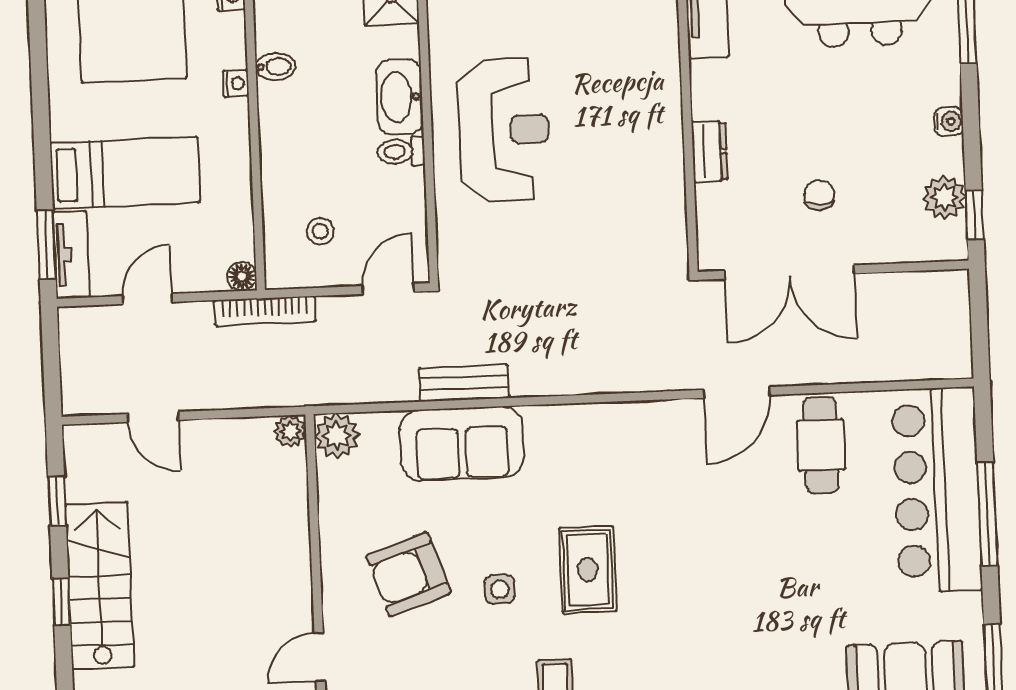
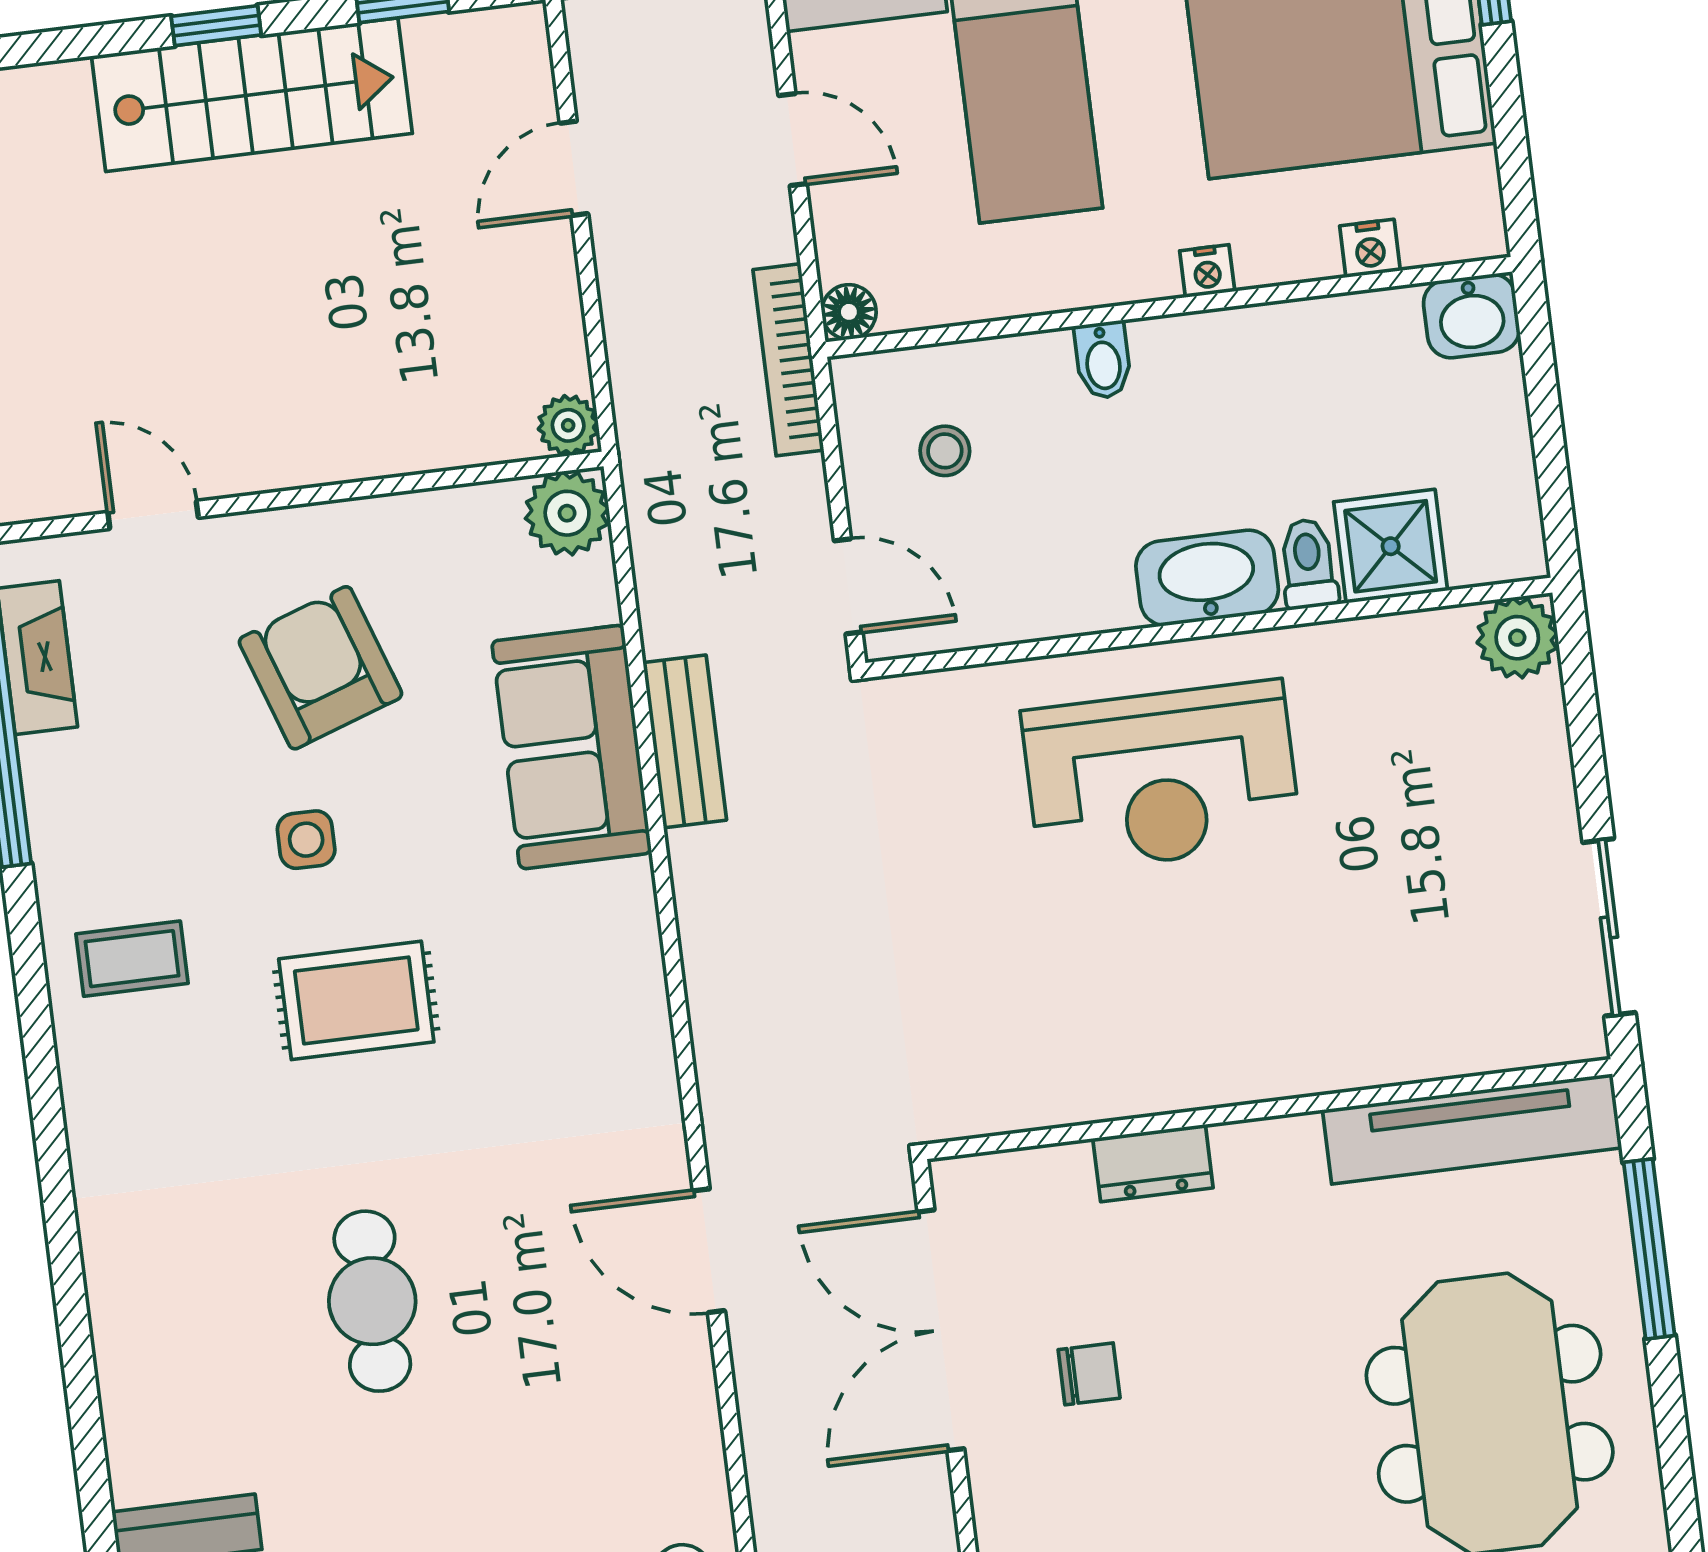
bidet: (276, 67) -> (1103, 360), moved
toilet: (401, 152) -> (1308, 564), moved
cafe table: (821, 445) -> (372, 1301), moved, turned 90

